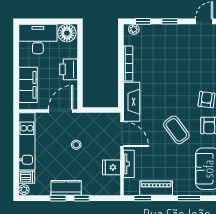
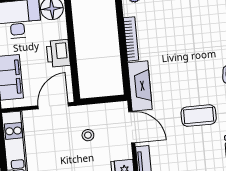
coffee table: (176, 130) -> (199, 116), turned -54
stool: (76, 145) -> (88, 135), moved

